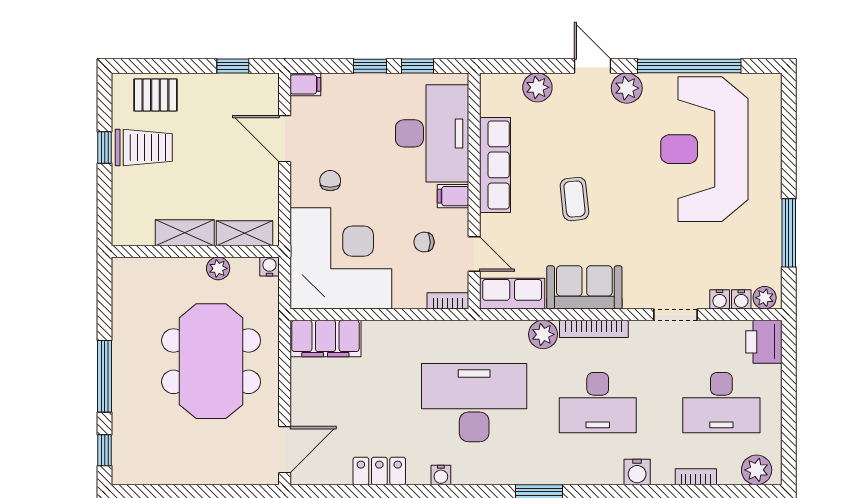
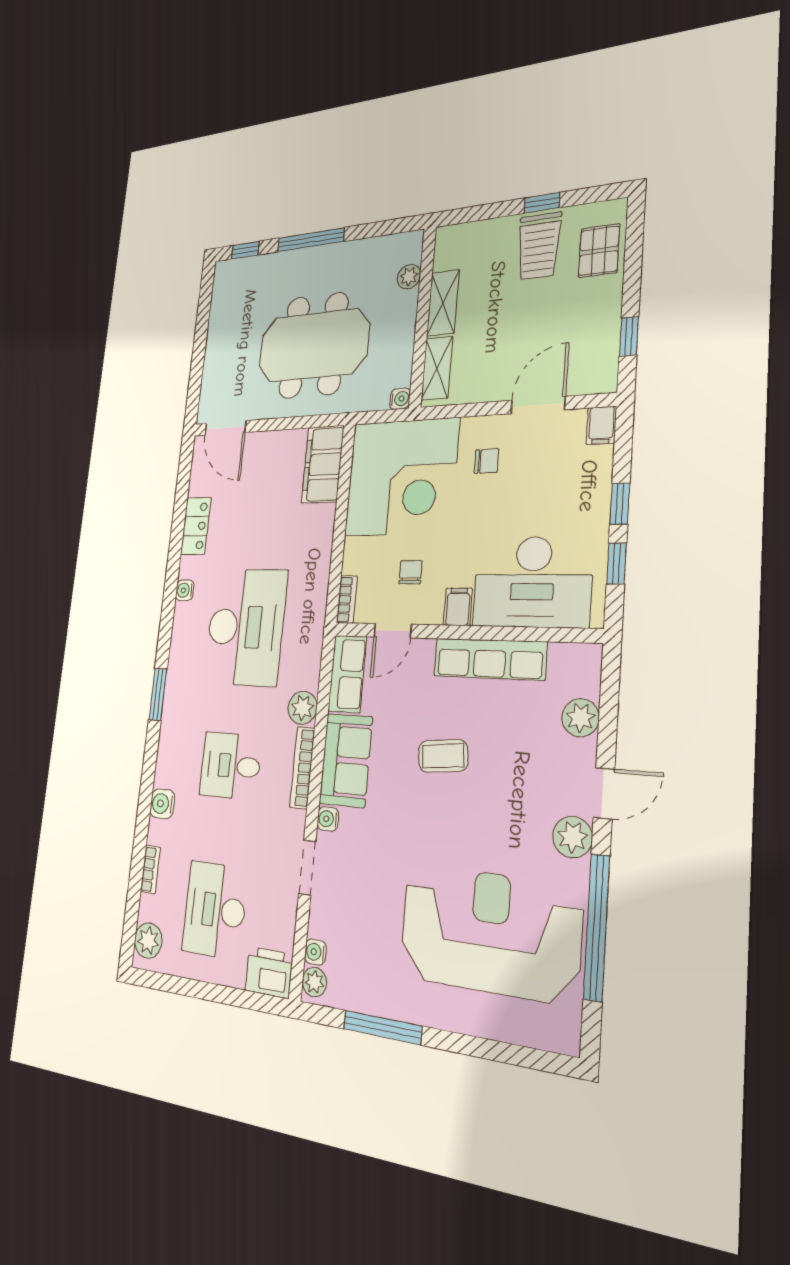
plant: (218, 268) -> (409, 277), moved
water cooler: (720, 299) -> (328, 819), moved
desk: (598, 403) -> (231, 766), width x0.73

